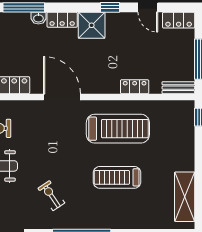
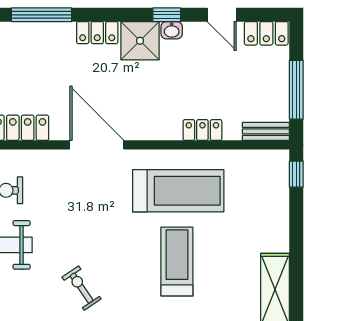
washbasin: (38, 18) -> (172, 30), moved
treadmill: (117, 177) -> (177, 262), turned 90

